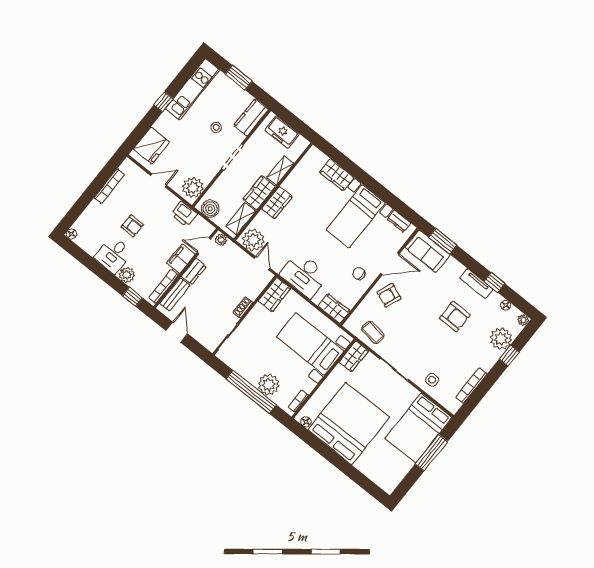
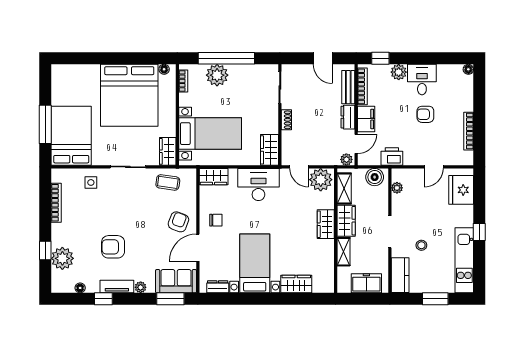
plant: (193, 187) -> (397, 188), width x0.53, depth x0.53
plant: (523, 320) -> (141, 287), moved

